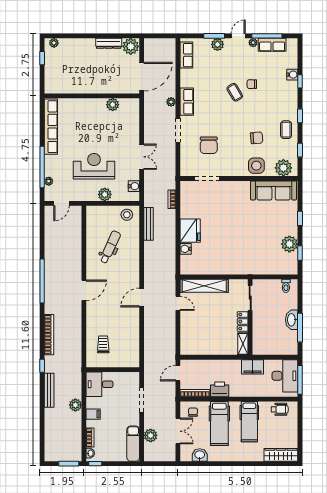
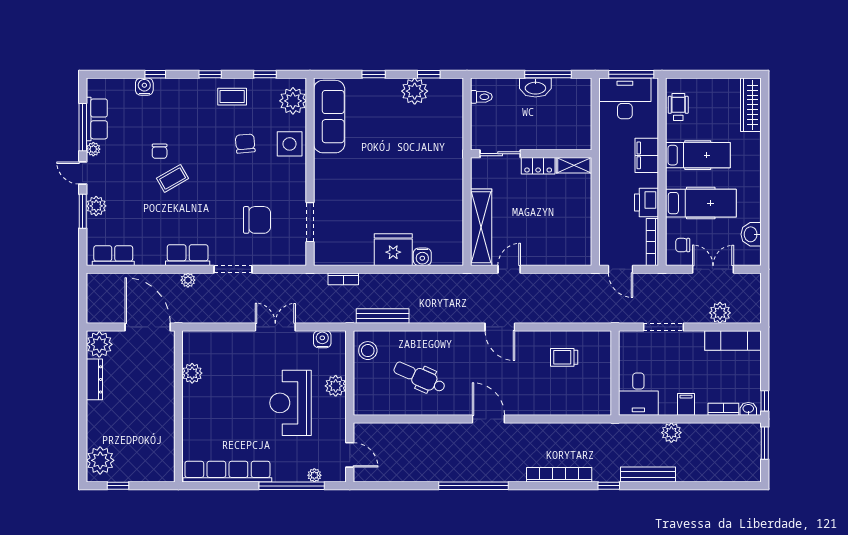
plant: (54, 43) -> (100, 460), width x1.87, depth x1.87
trolley: (103, 344) -> (564, 357), moved
filing cabinet: (252, 367) -> (647, 155), moved, turned 180

